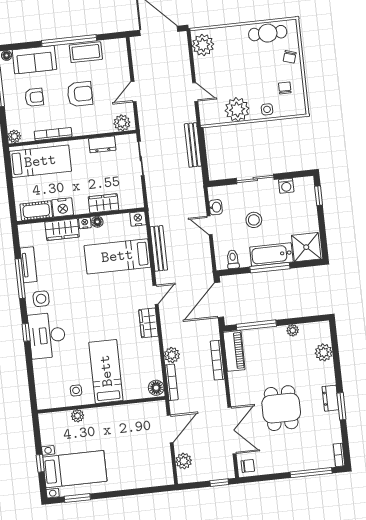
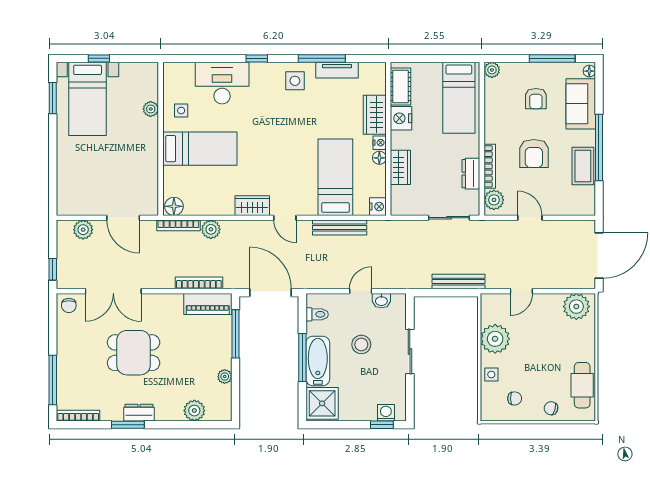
bookcase: (53, 134) -> (490, 166), moved
washing machine: (286, 186) -> (386, 413), moved, turned 90
desk: (47, 335) -> (222, 83), moved
bookcase: (339, 455) -> (78, 416), width x1.56

